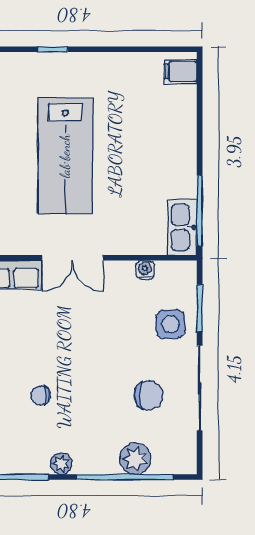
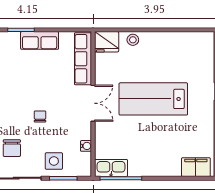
filing cabinet: (181, 71) -> (196, 167), width x2.00
double door: (73, 258) -> (93, 103), swing flipped
chair: (41, 395) -> (40, 116), moved

